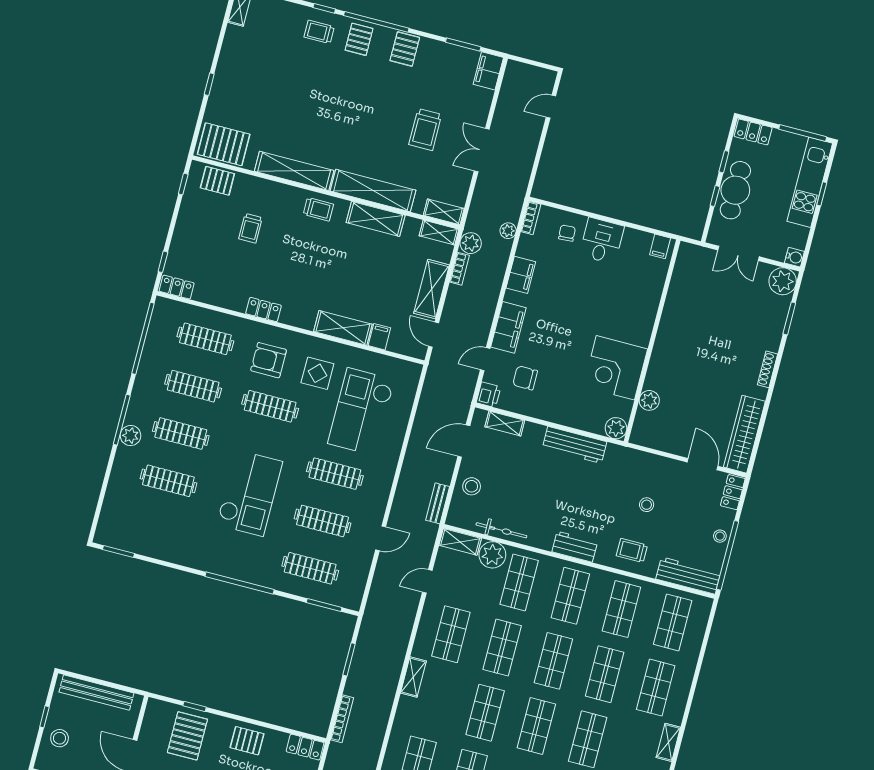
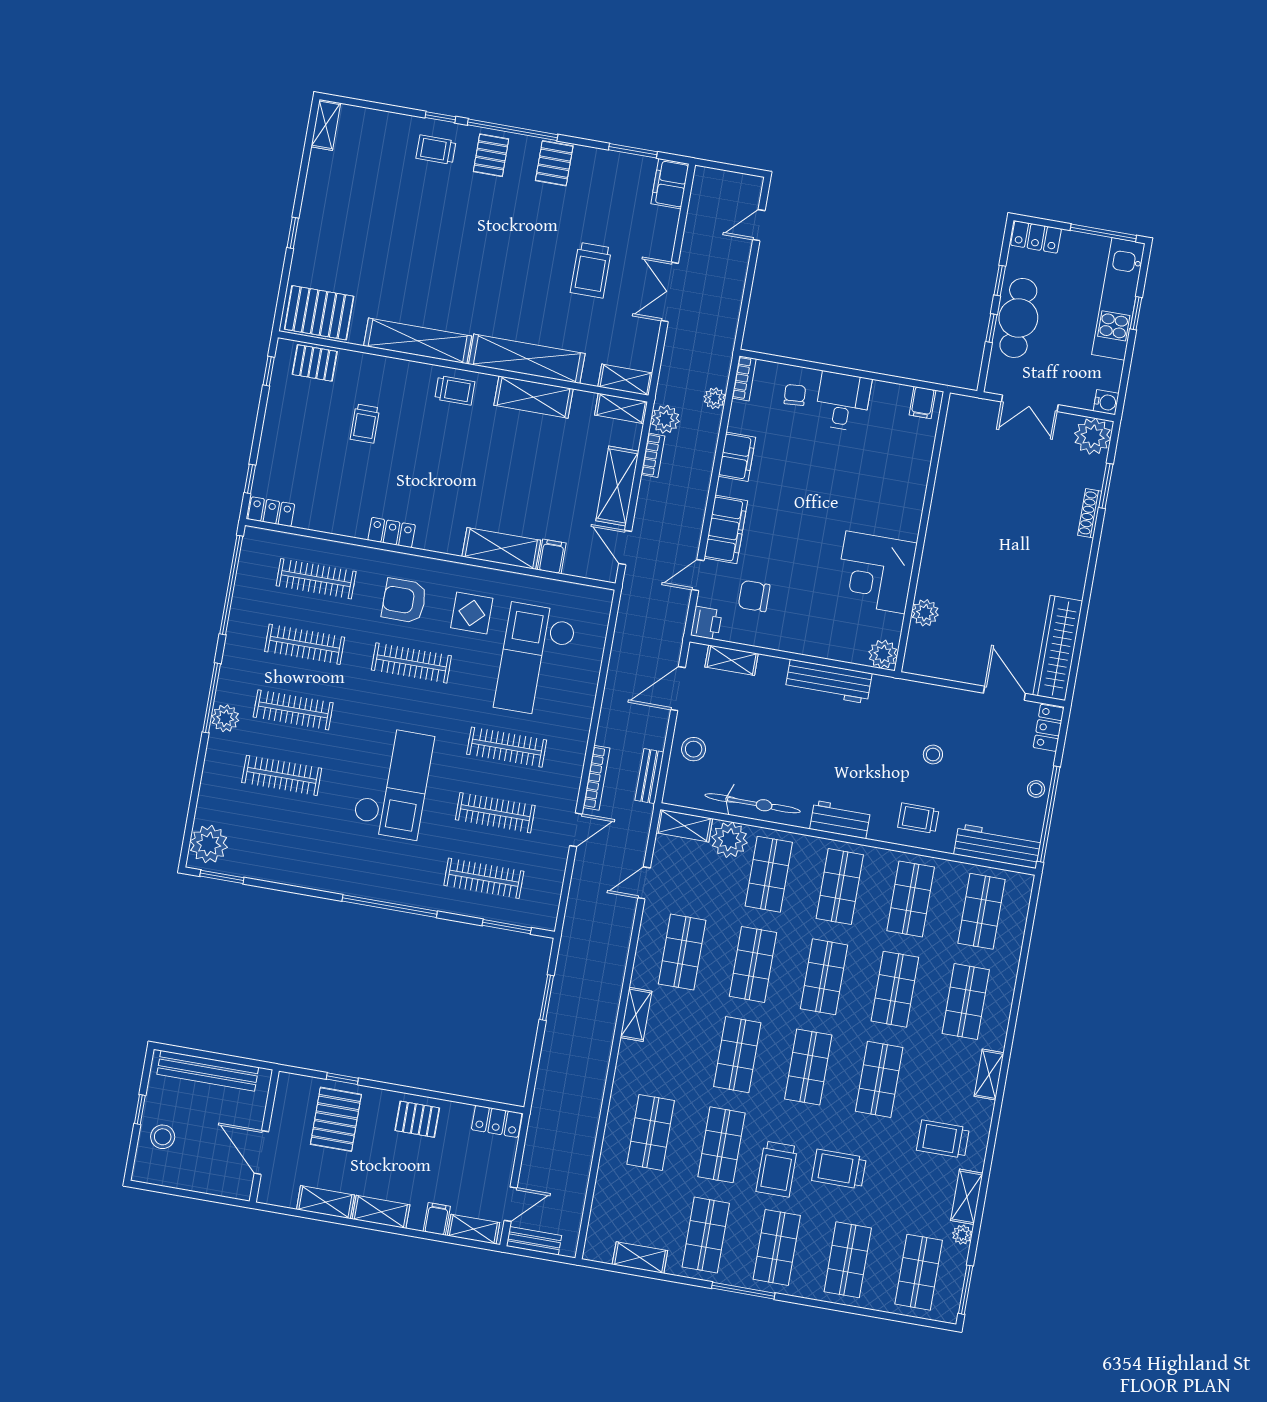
shoe rack: (768, 369) -> (1090, 513), moved
plant: (111, 527) -> (209, 844), added
bicycle: (501, 530) -> (753, 803), width x1.37, depth x1.40
bookcase: (342, 719) -> (596, 778), moved

